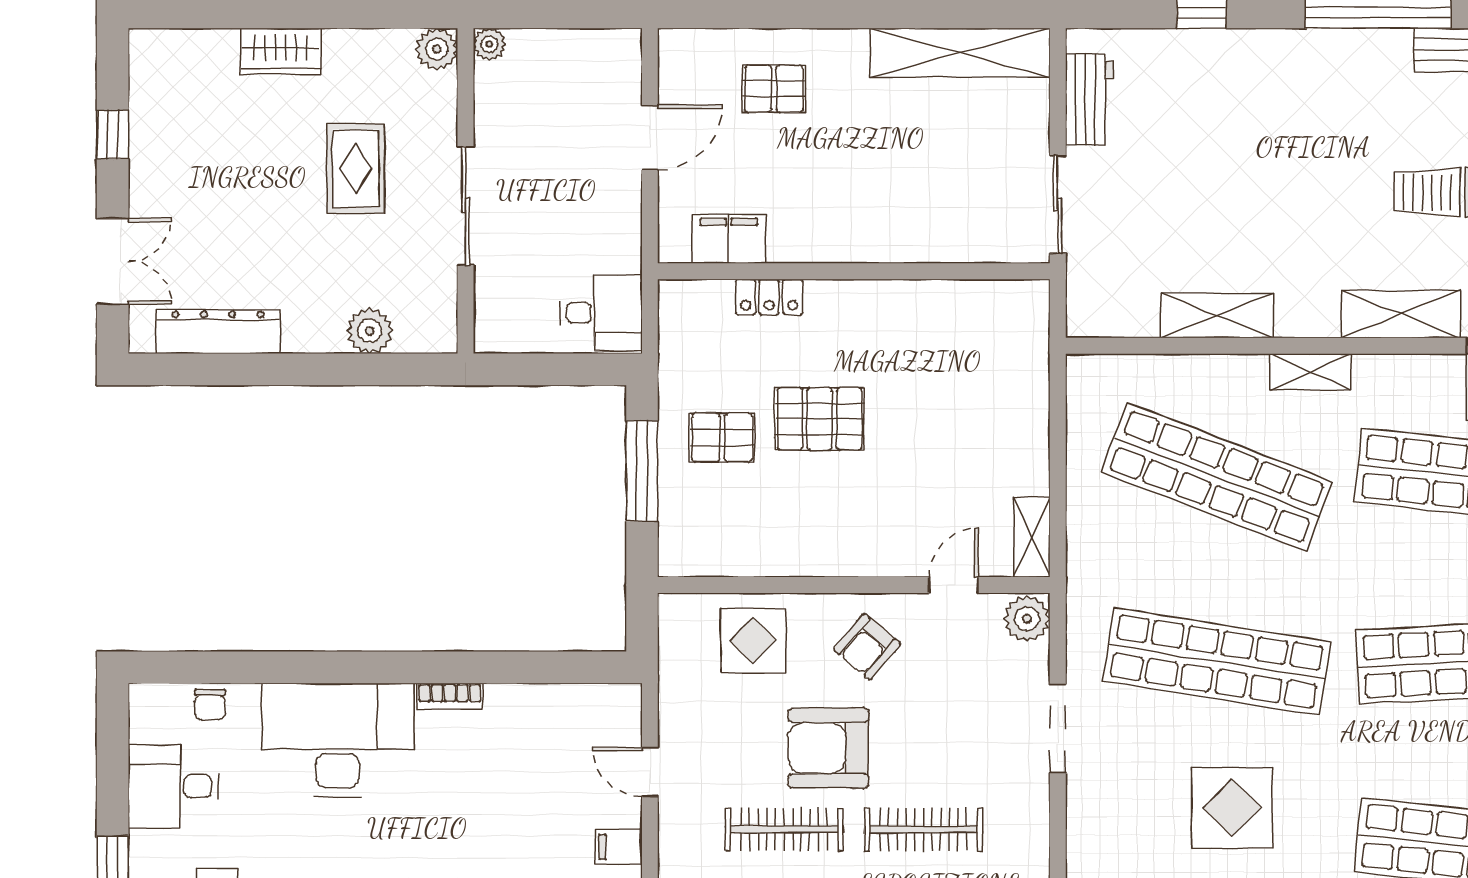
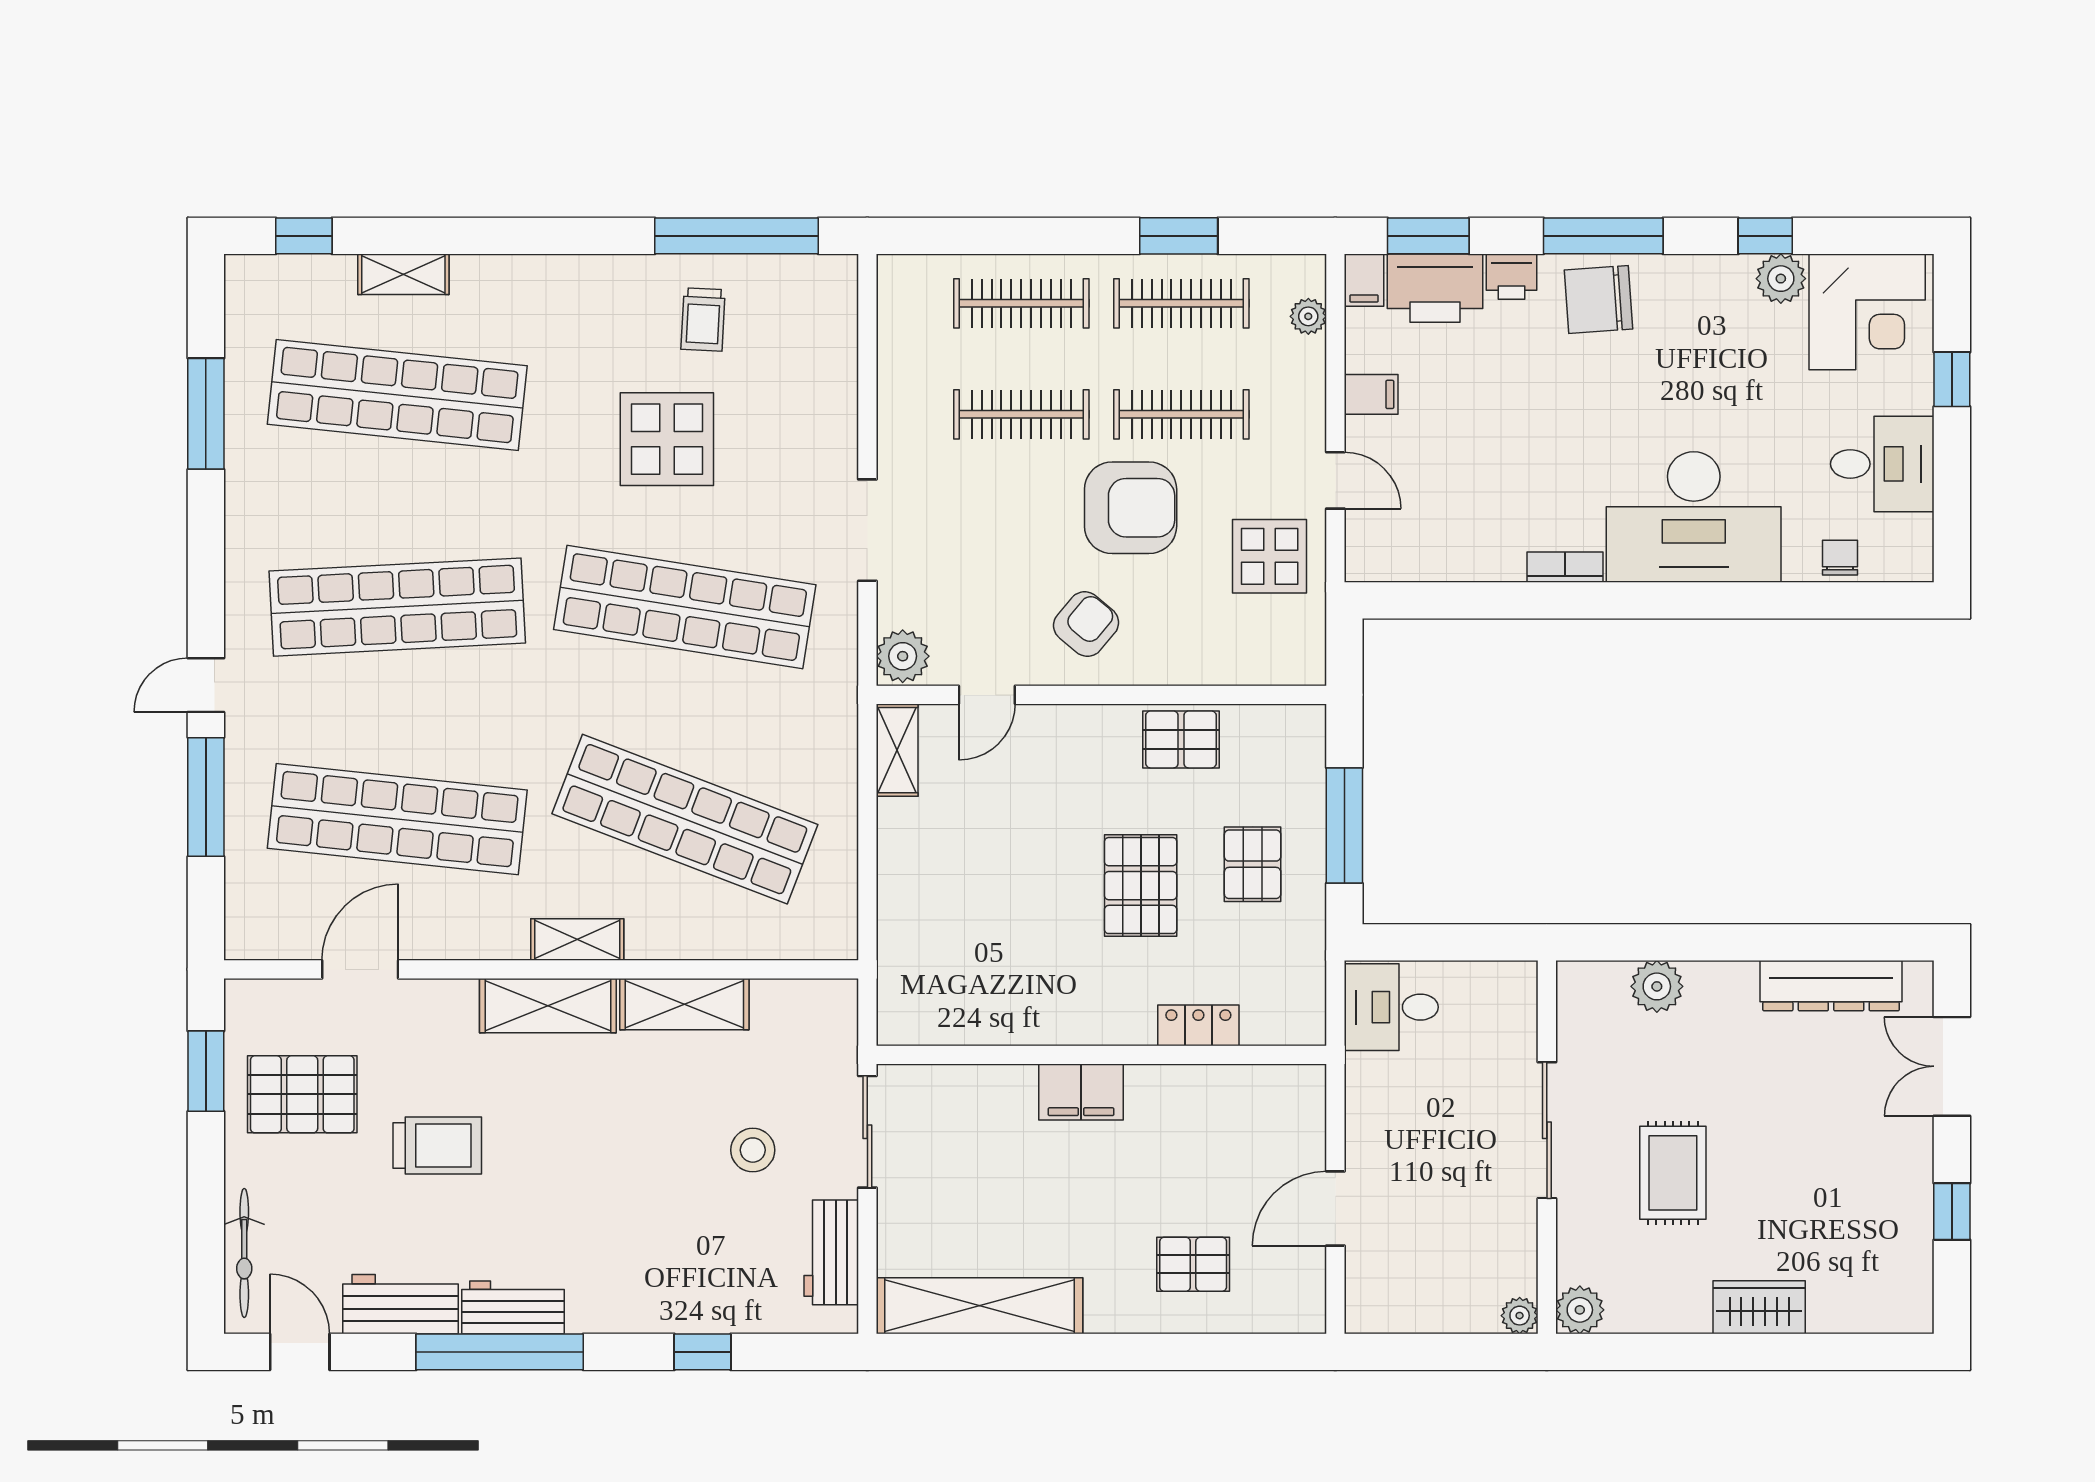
workbench: (1366, 51) -> (513, 1307), added
stool: (1158, 188) -> (753, 1150), added
filing cabinet: (729, 239) -> (1081, 1092), moved
shelving: (1401, 314) -> (548, 1006), moved
pallet: (819, 419) -> (1141, 886), turned 90
pallet: (722, 437) -> (1253, 864), turned 90
pallet: (784, 546) -> (1181, 739), added
display table: (753, 641) -> (1270, 556), moved

